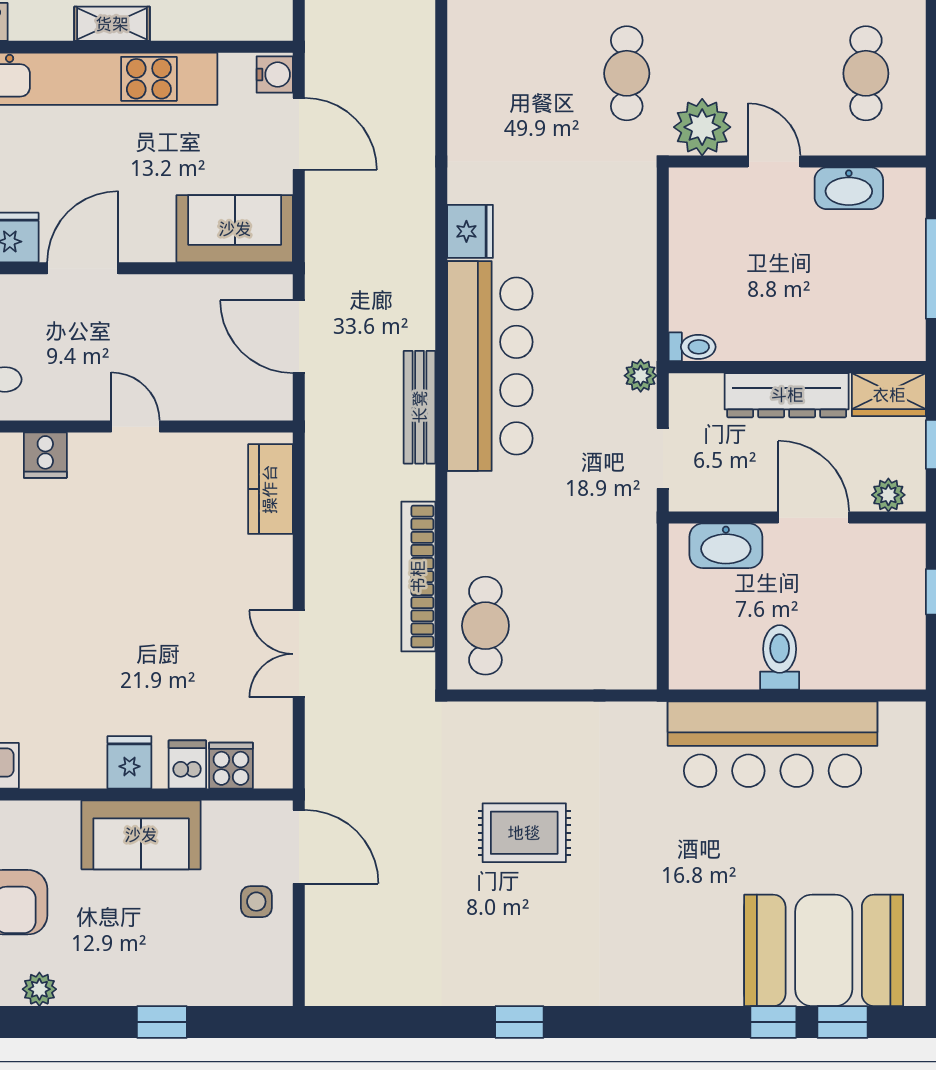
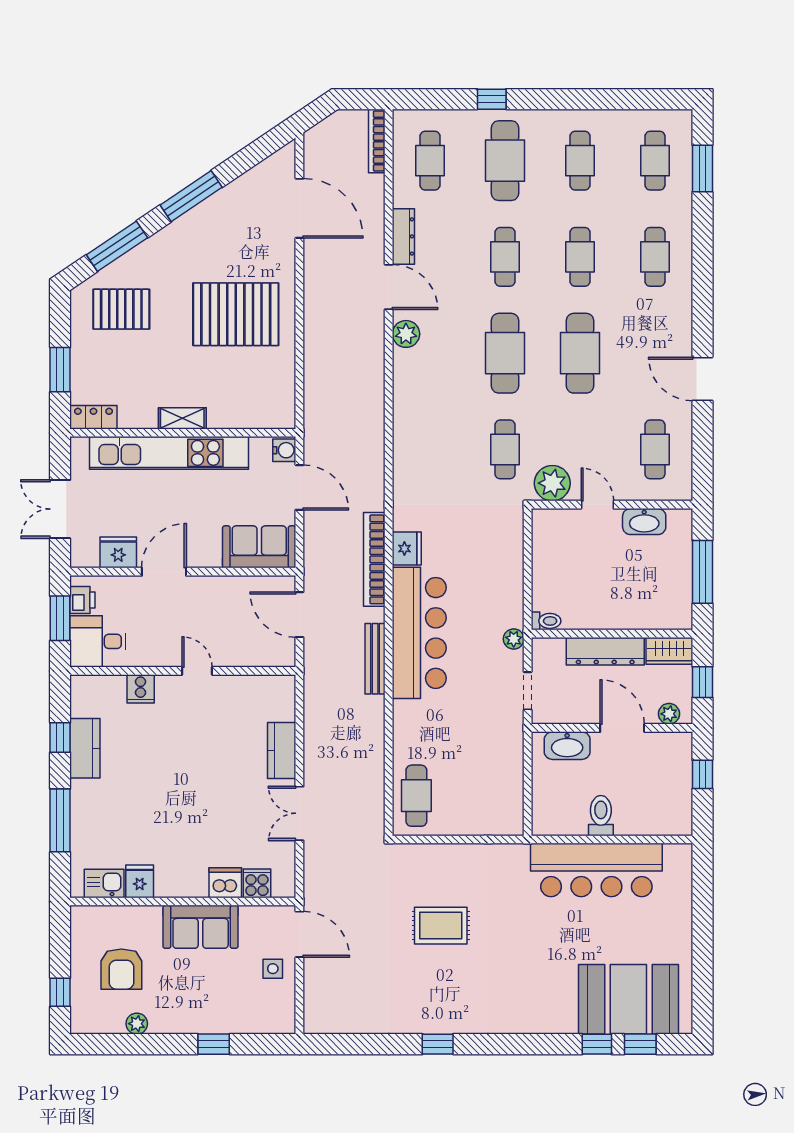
kitchen counter: (270, 489) -> (282, 750), moved
bookcase: (418, 577) -> (374, 559), moved
fridge: (129, 762) -> (140, 881), moved
dishwasher: (187, 764) -> (225, 883), width x1.38

